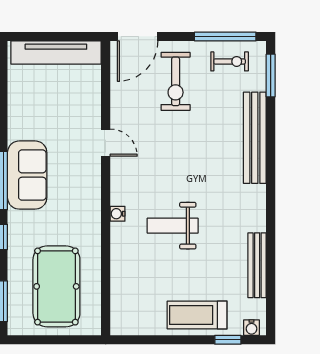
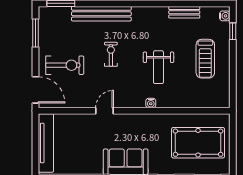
window: (225, 36) -> (36, 33), width x0.69
exercise bike: (230, 61) -> (111, 54), moved
bench: (257, 265) -> (184, 12), width x0.73
treadmill: (197, 315) -> (205, 59), moved

